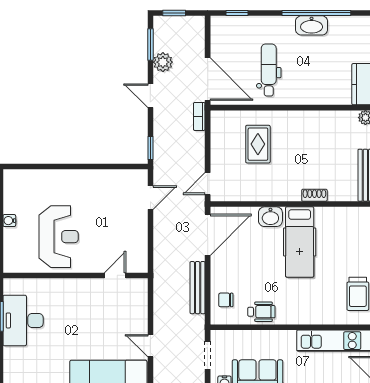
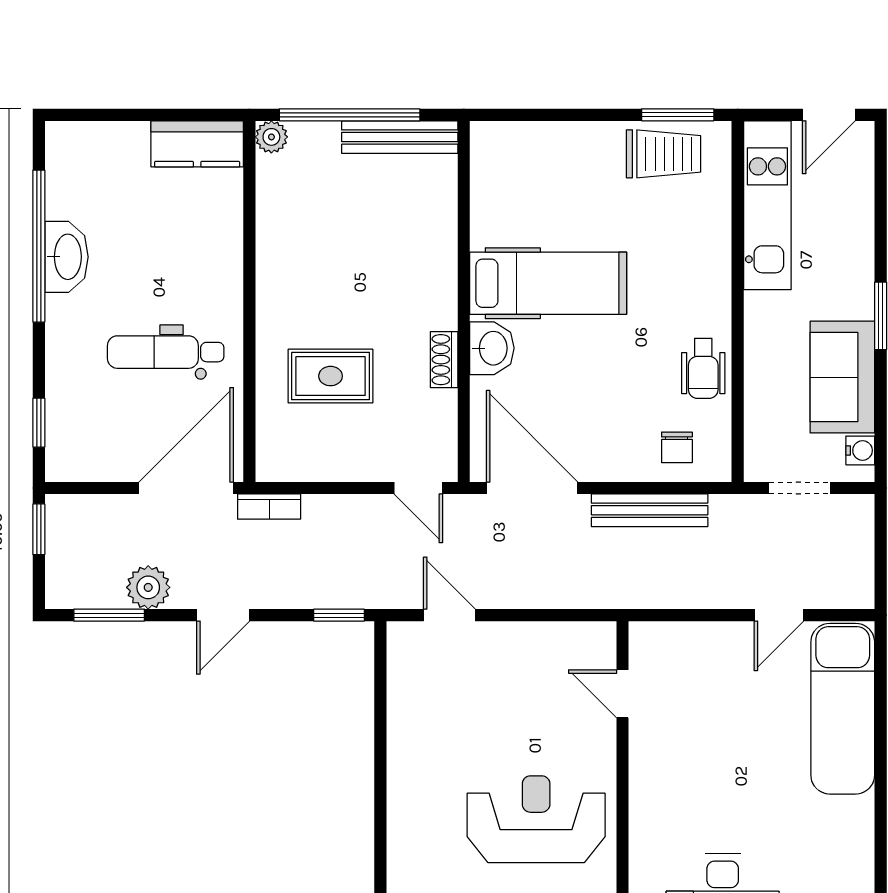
window: (174, 13) -> (39, 529), moved
shoe rack: (314, 195) -> (444, 360), moved
wheelchair: (261, 312) -> (703, 368), turned 180

